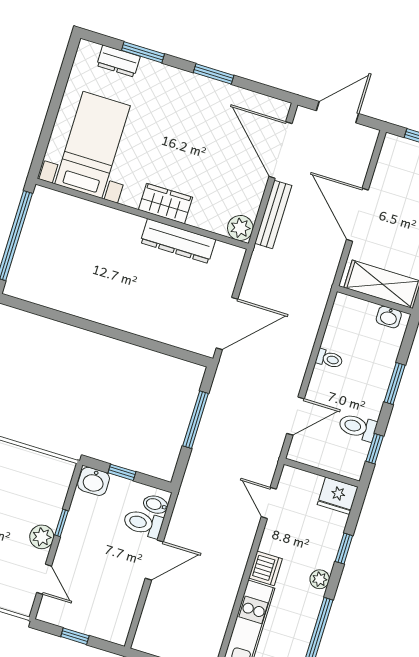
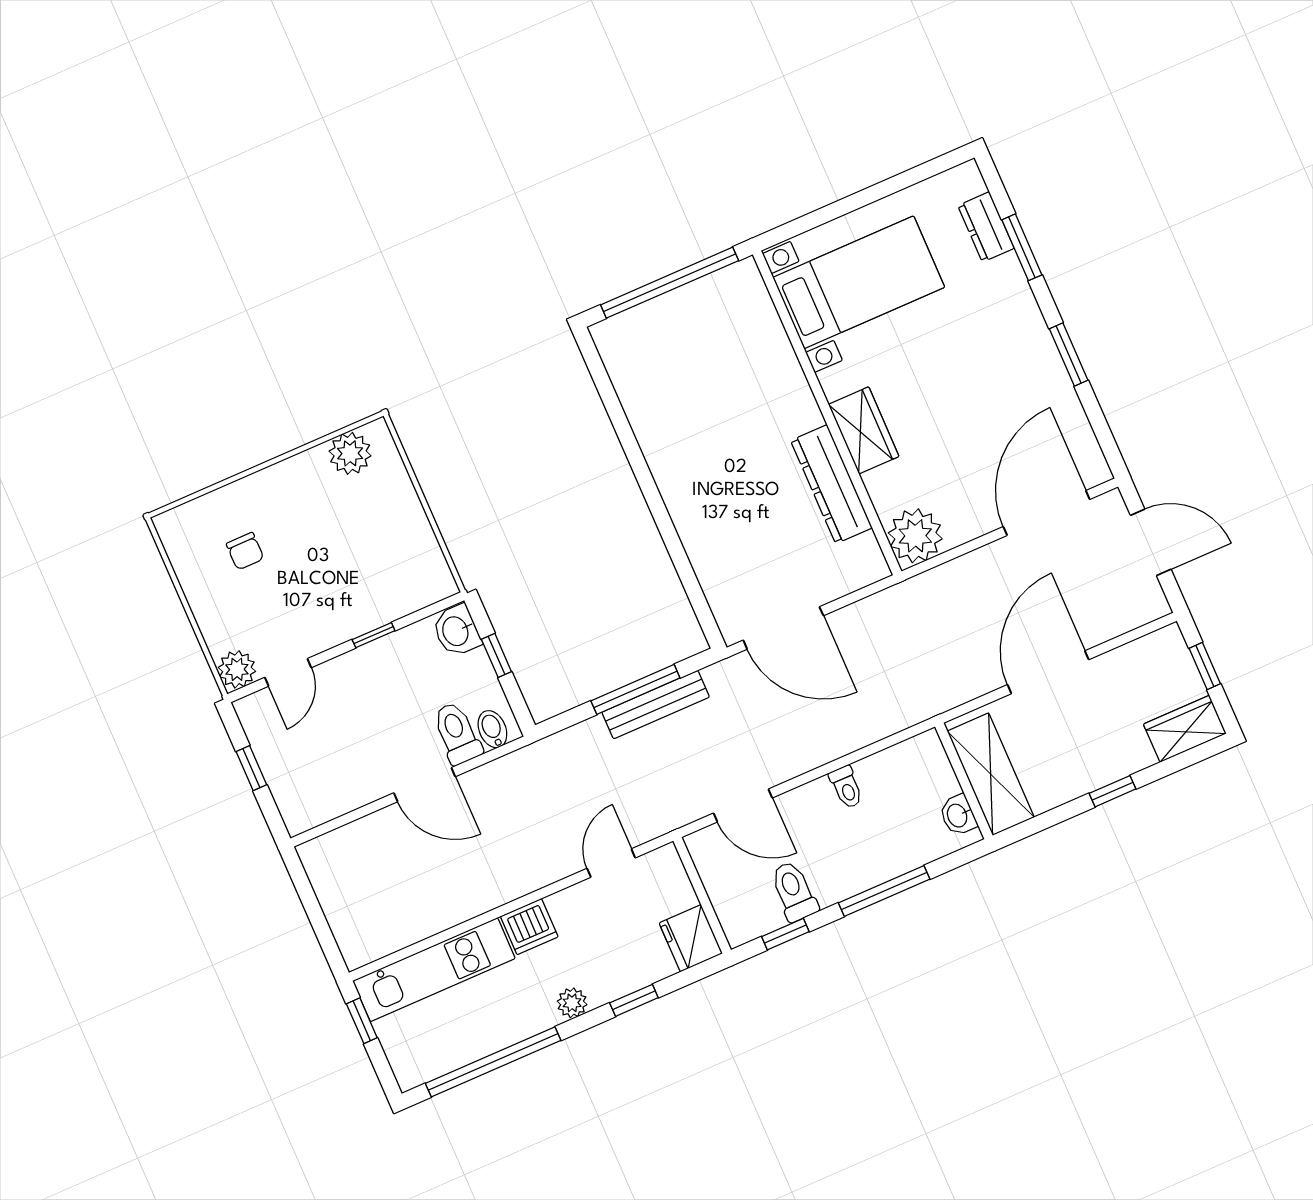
bench: (273, 214) -> (656, 705), moved
plant: (240, 228) -> (915, 536), width x1.36, depth x1.36
window: (395, 384) -> (884, 891), width x1.44
plant: (42, 537) -> (237, 669), moved

